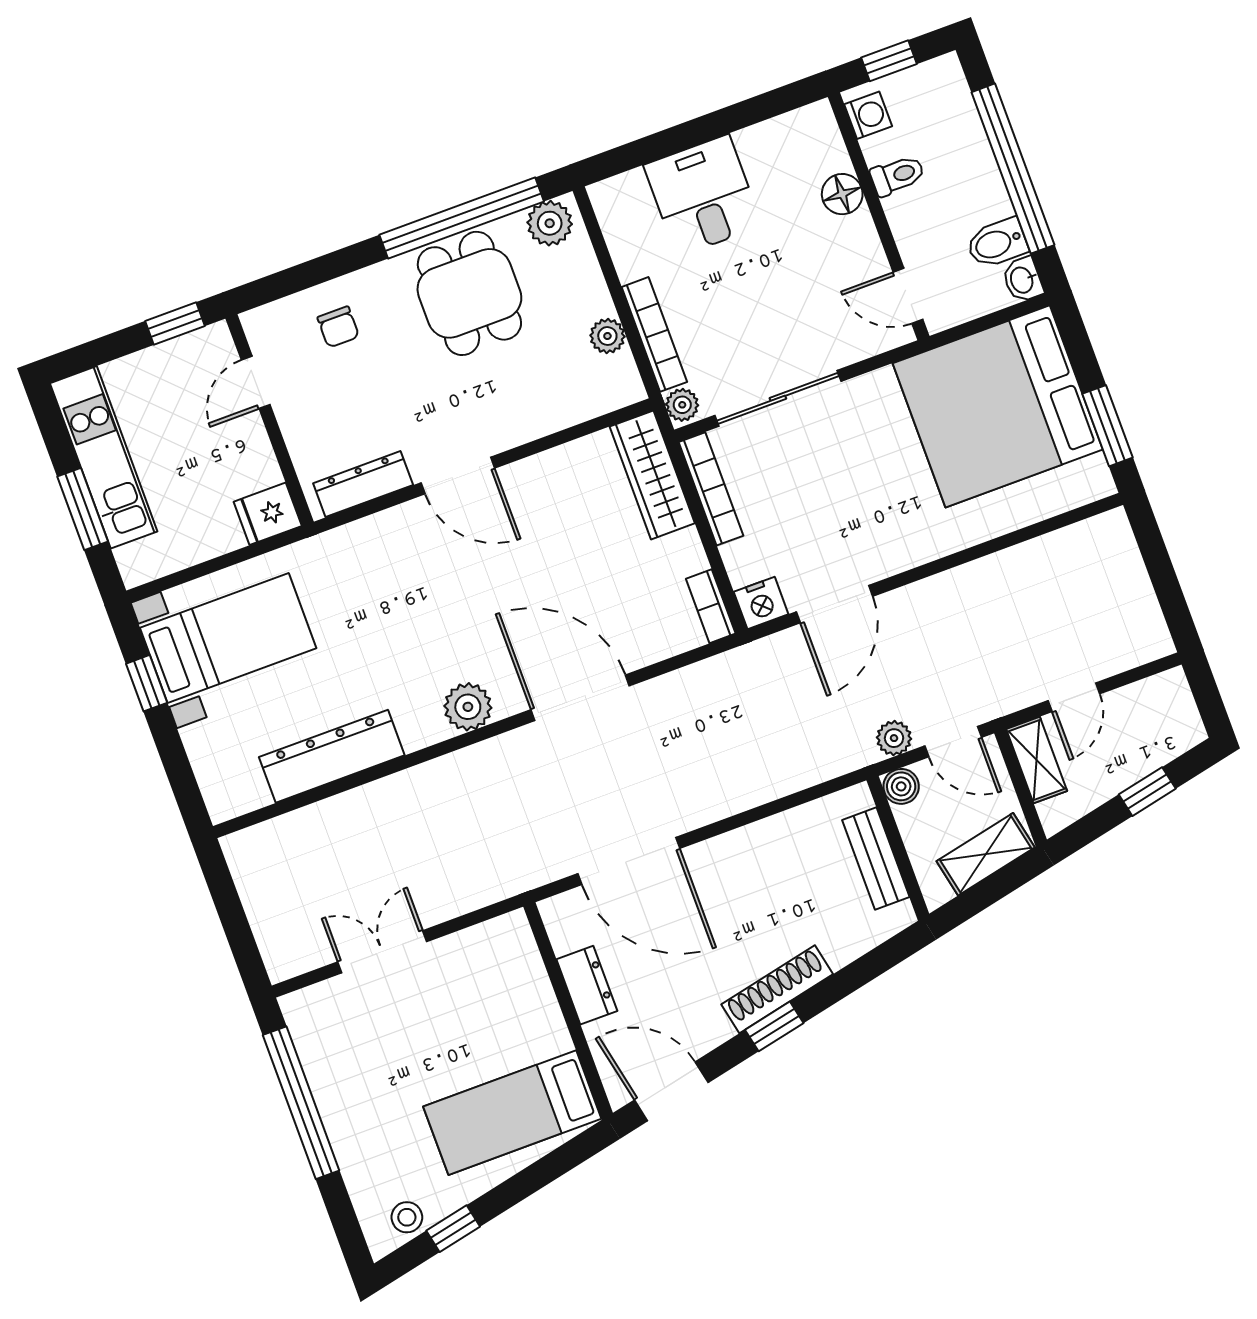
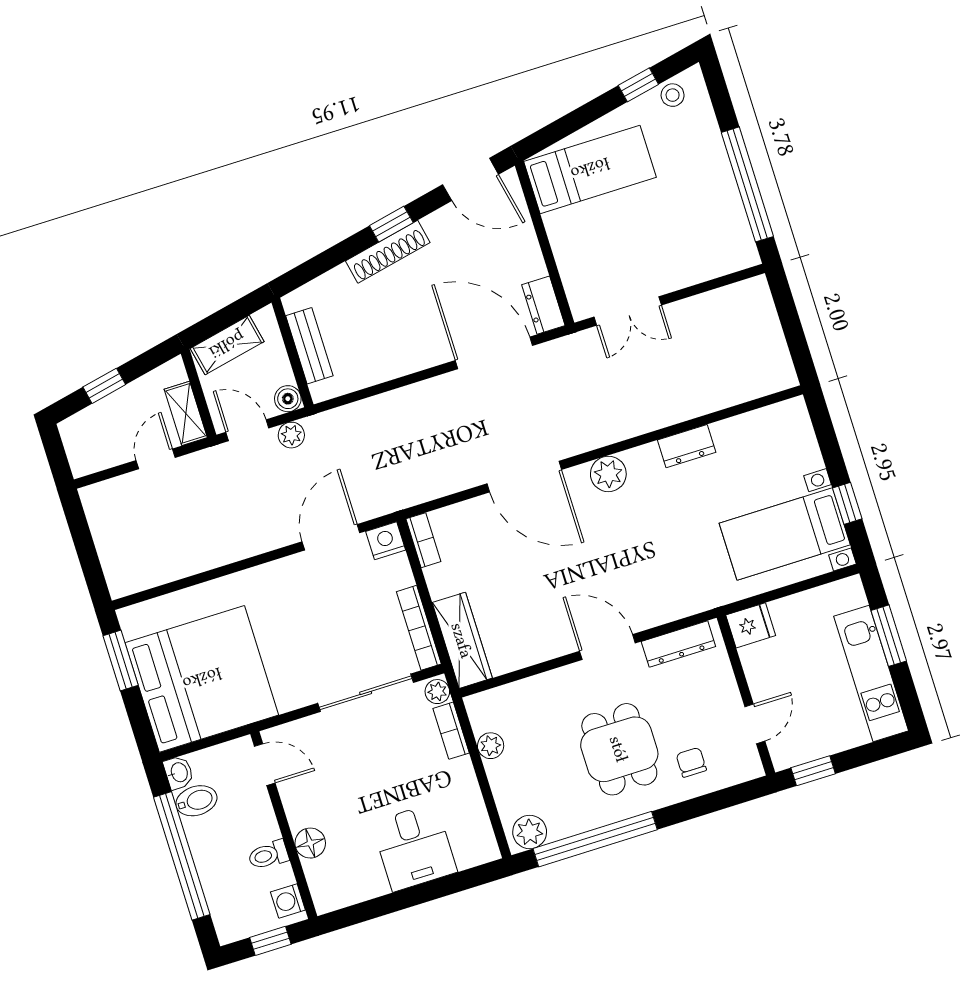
dining table: (469, 293) -> (619, 749), moved
bookcase: (654, 334) -> (451, 731), width x0.64
dresser: (332, 756) -> (687, 446), width x0.51, depth x0.80
double door: (382, 952) -> (628, 311), moved
dresser: (587, 985) -> (543, 305), moved

